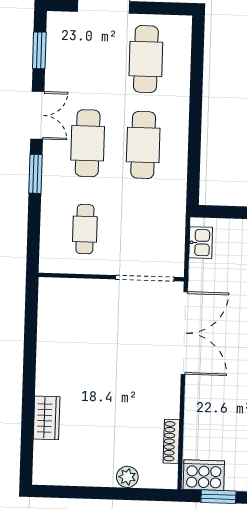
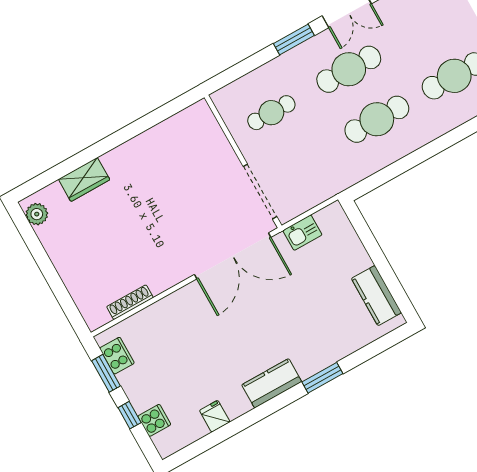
kitchen sink: (201, 243) -> (302, 233), moved
cooker: (204, 475) -> (117, 356), width x0.73, depth x0.76
plant: (127, 477) -> (37, 214), moved

